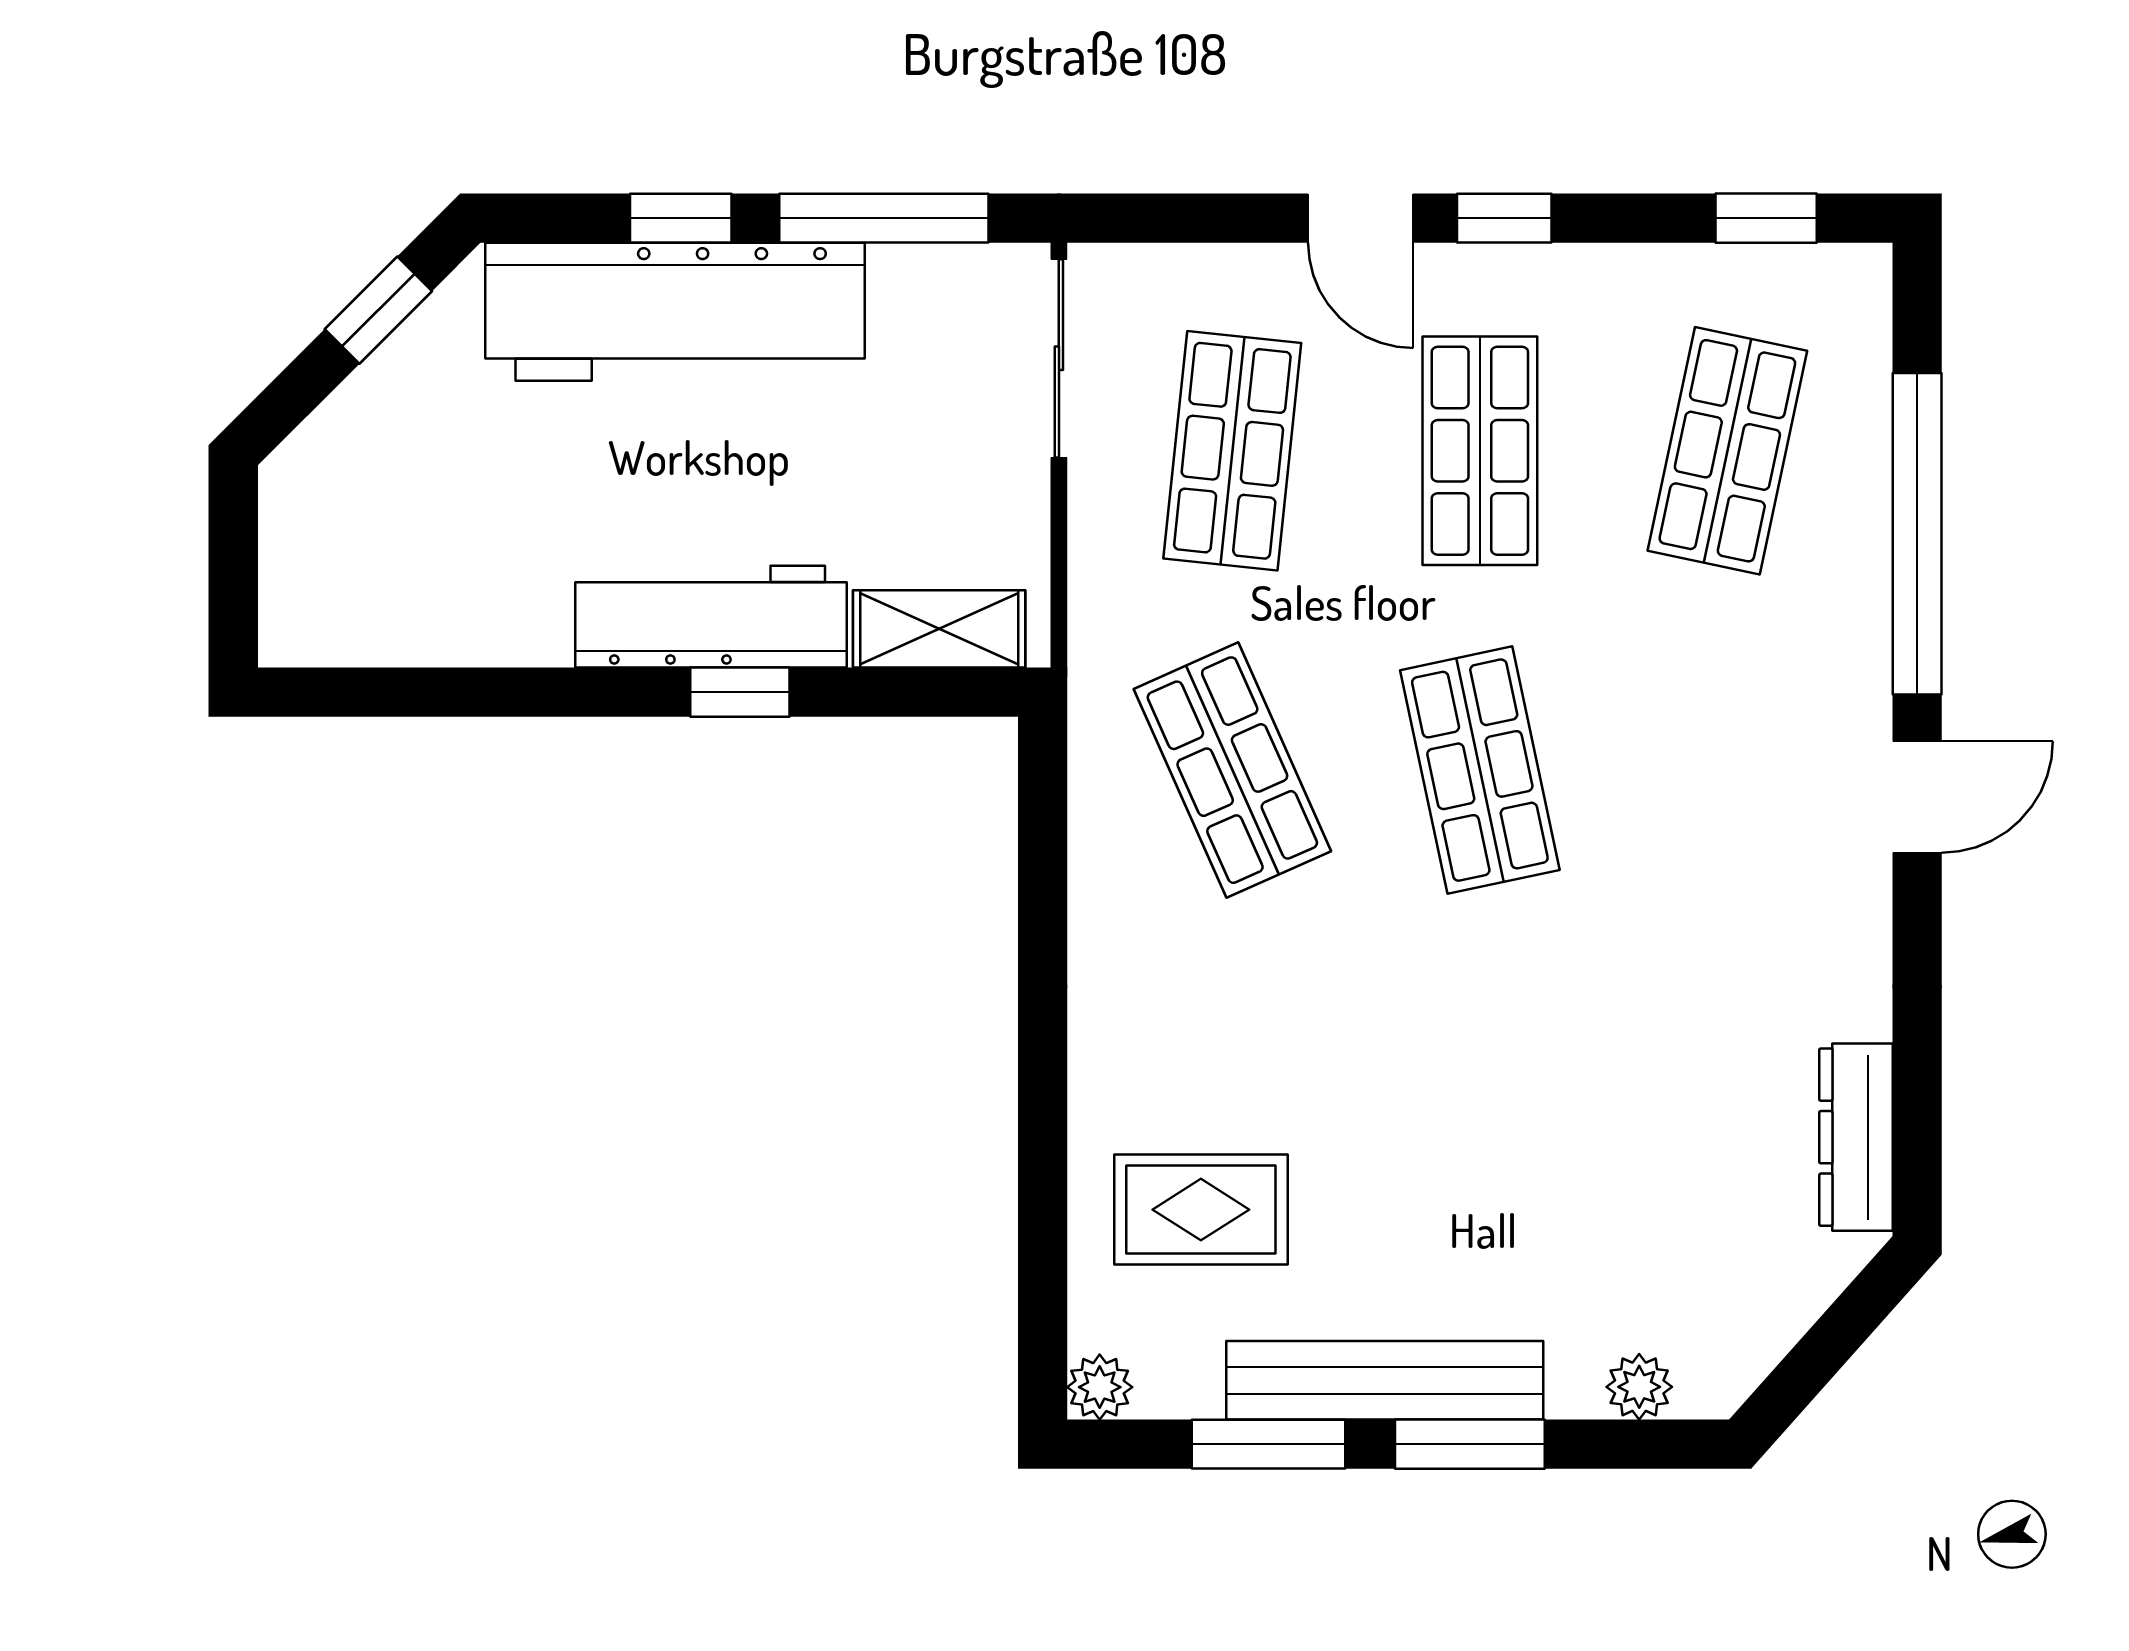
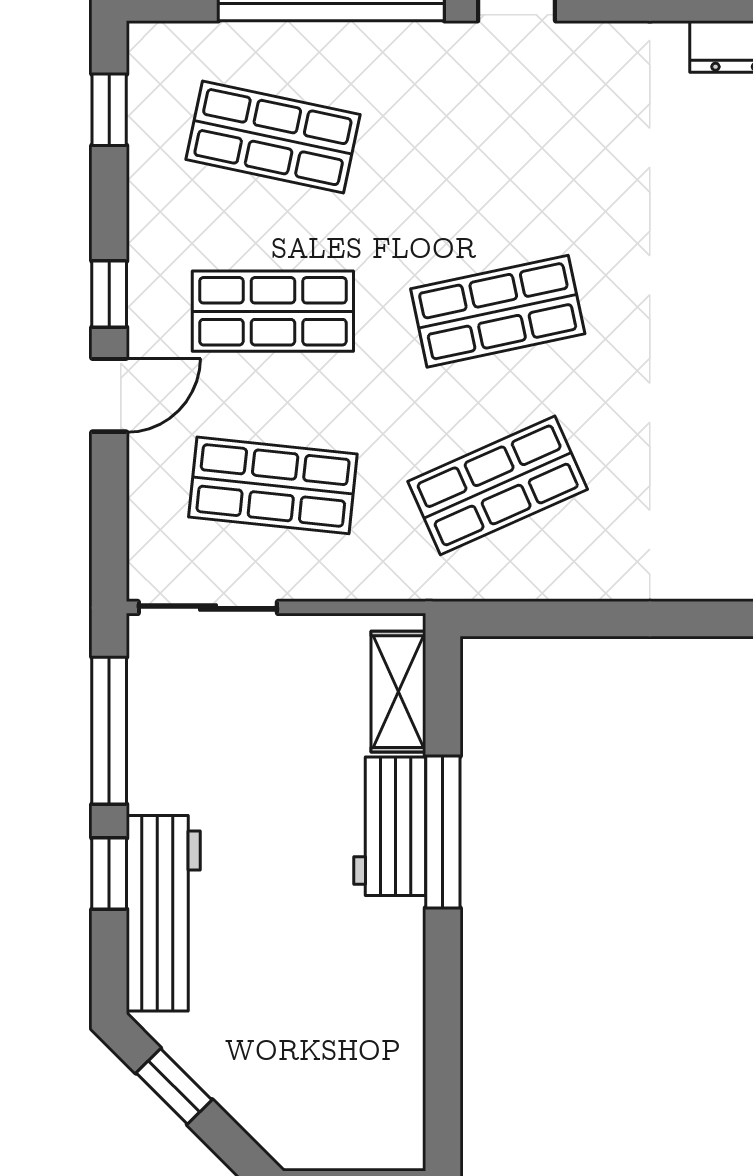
workbench: (675, 312) -> (163, 913), width x0.73, depth x0.76
workbench: (711, 617) -> (390, 826), width x0.73
window: (740, 692) -> (443, 832), width x2.17

